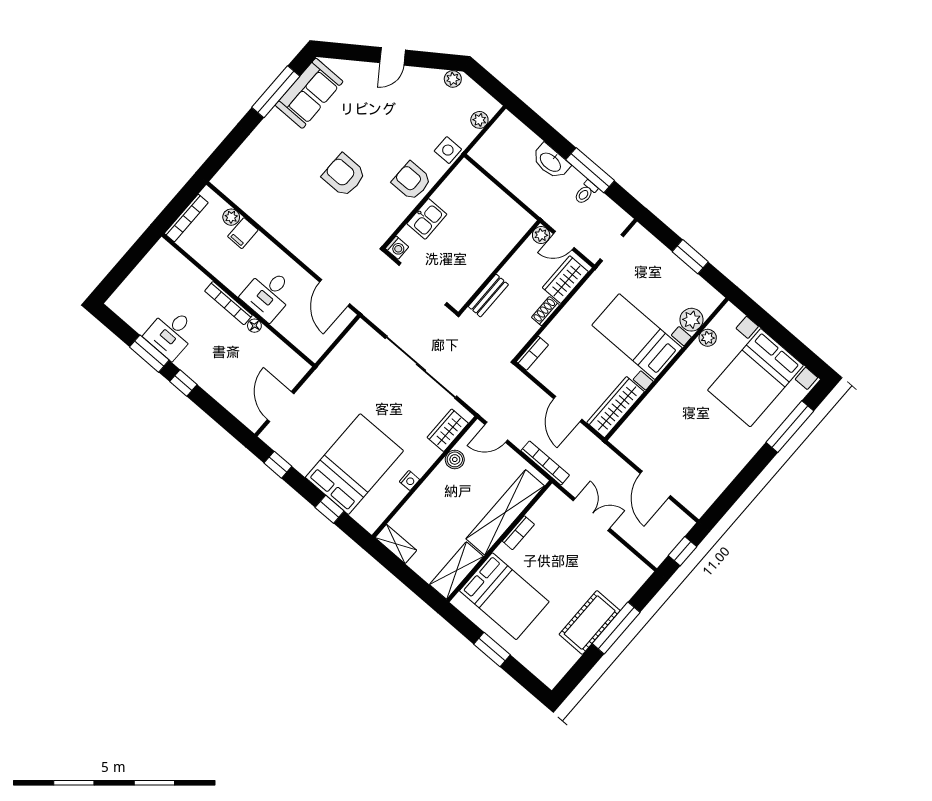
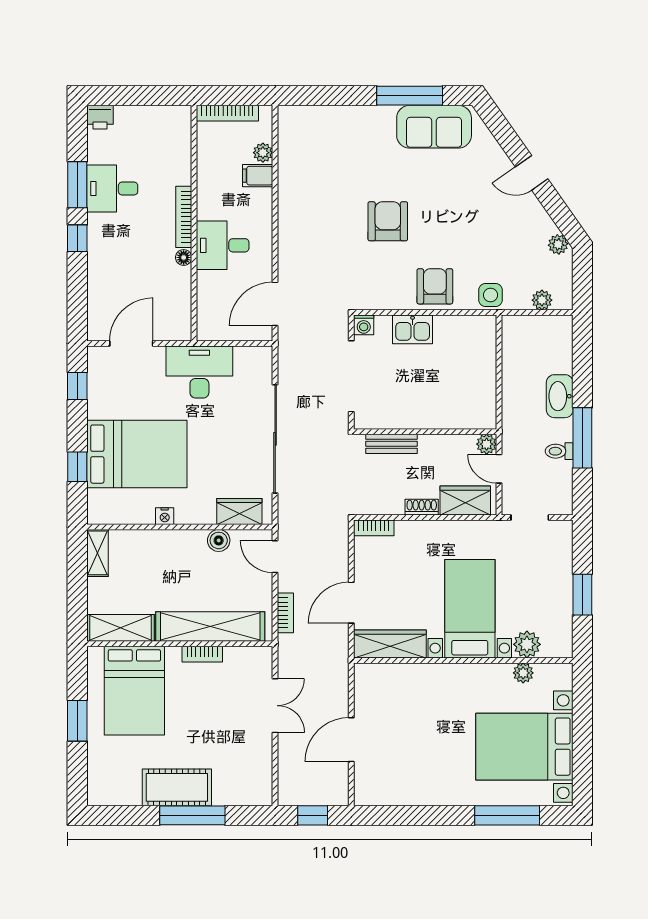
printer: (119, 302) -> (100, 117), added
desk: (336, 379) -> (199, 372), added
bookcase: (545, 463) -> (285, 613), width x0.64

